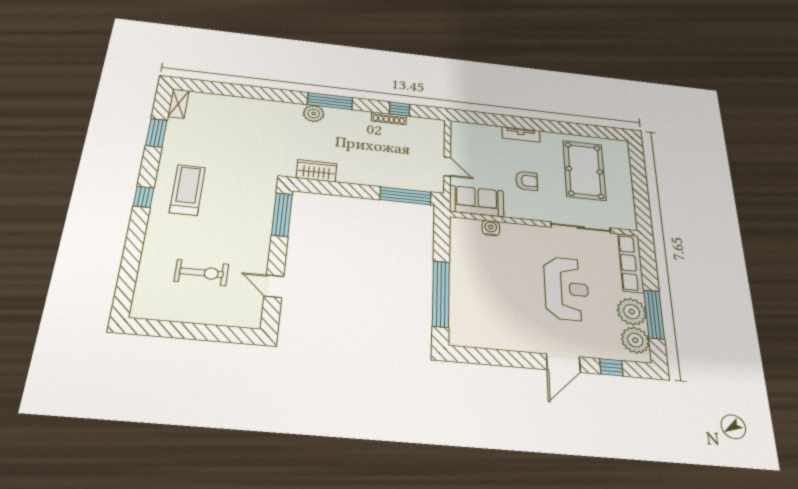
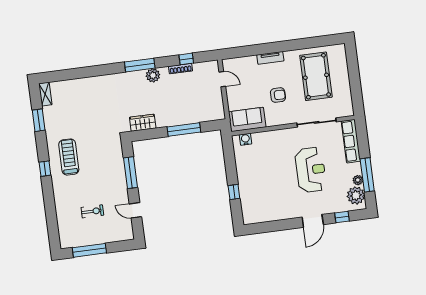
plant: (314, 113) -> (153, 75), moved
door: (447, 167) -> (222, 79), moved
window: (405, 196) -> (184, 129), moved
window: (282, 214) -> (130, 173), moved
water cooler: (491, 228) -> (245, 139), moved
exercise bike: (202, 273) -> (92, 211), width x0.73, depth x0.72
window: (441, 294) -> (234, 192), width x0.32
plant: (632, 312) -> (358, 180), width x0.53, depth x0.53
window: (178, 330) -> (89, 250), added

